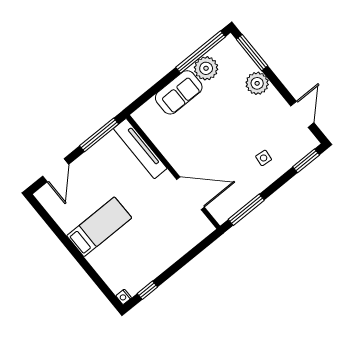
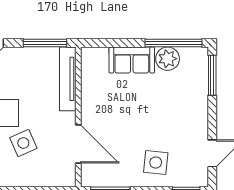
plant: (257, 83) -> (197, 102), removed
side table: (264, 158) -> (156, 162), width x1.87, depth x1.87
side table: (146, 228) -> (23, 143), added

